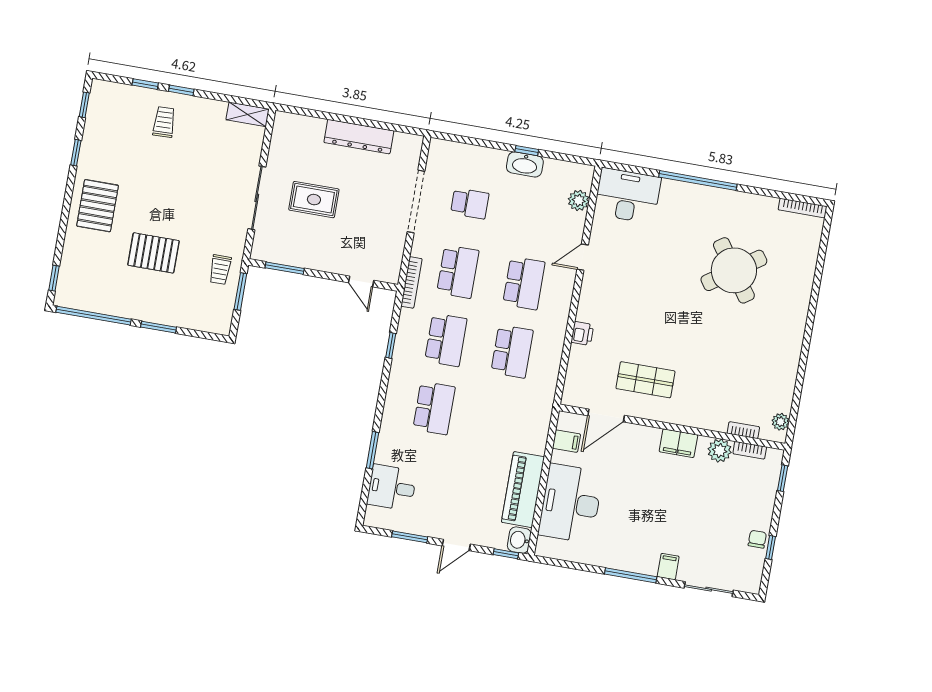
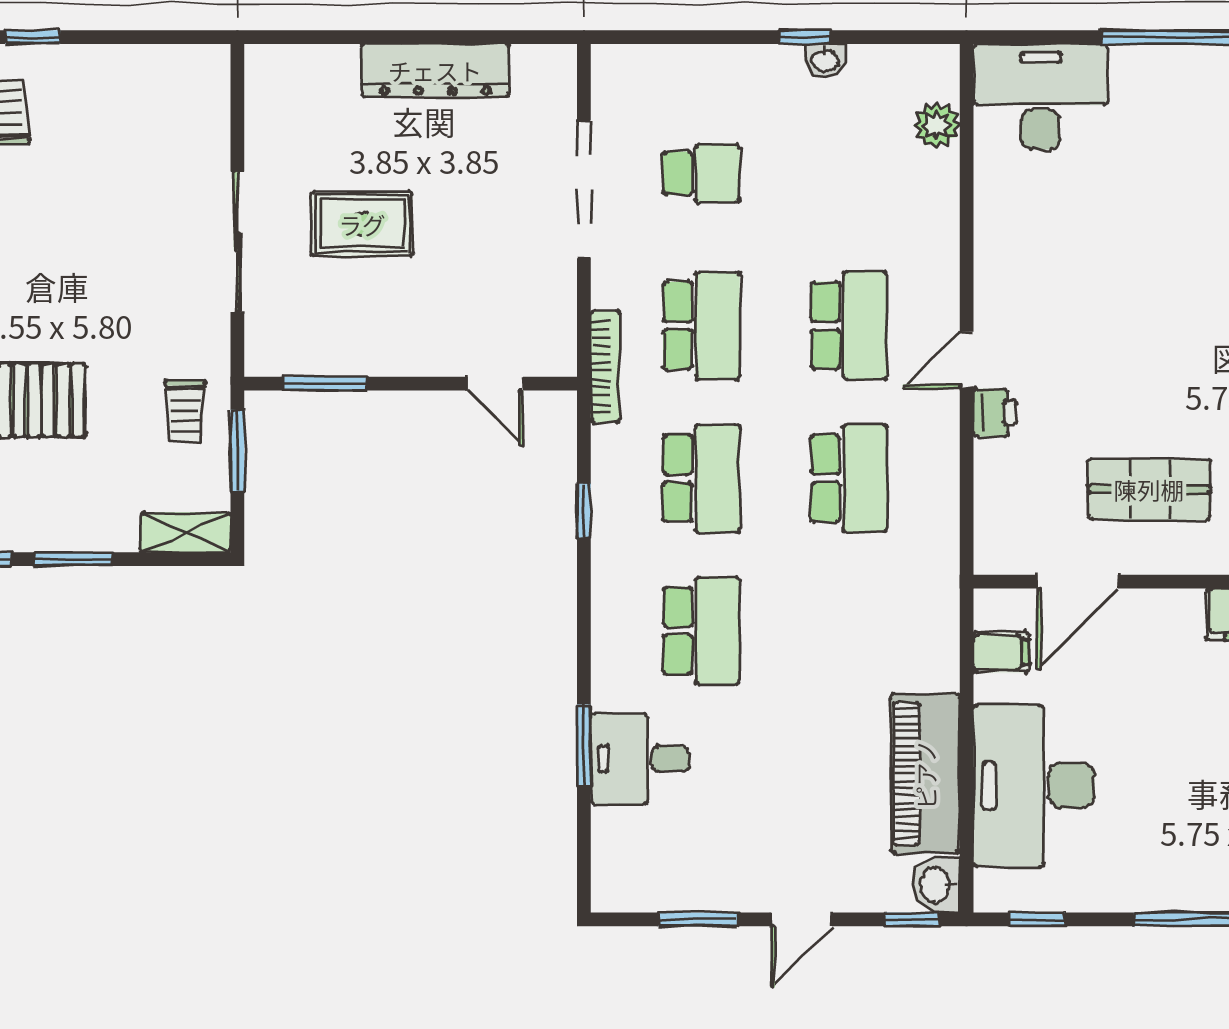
shelving: (248, 114) -> (186, 532), moved
washbasin: (525, 164) -> (825, 60), width x0.52, depth x0.69
door: (583, 257) -> (967, 360), moved
desk: (392, 488) -> (640, 759), moved
window: (562, 563) -> (1037, 919), added

